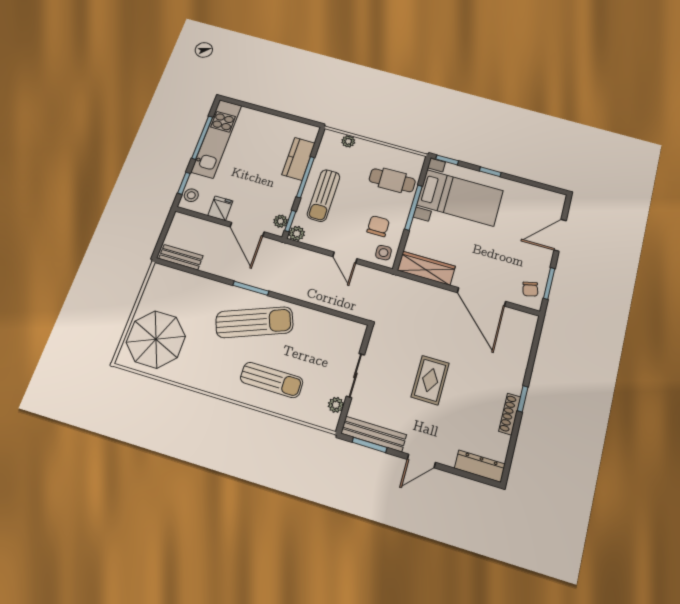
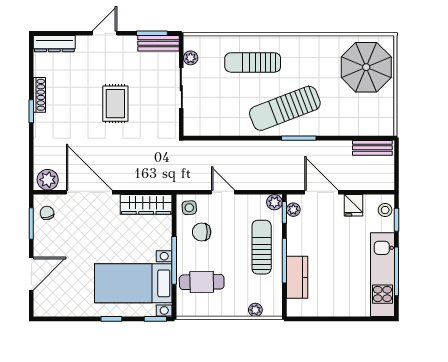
chair: (378, 226) -> (202, 232), turned 90
plant: (522, 322) -> (48, 180), added
bench: (374, 434) -> (159, 43), width x0.73

